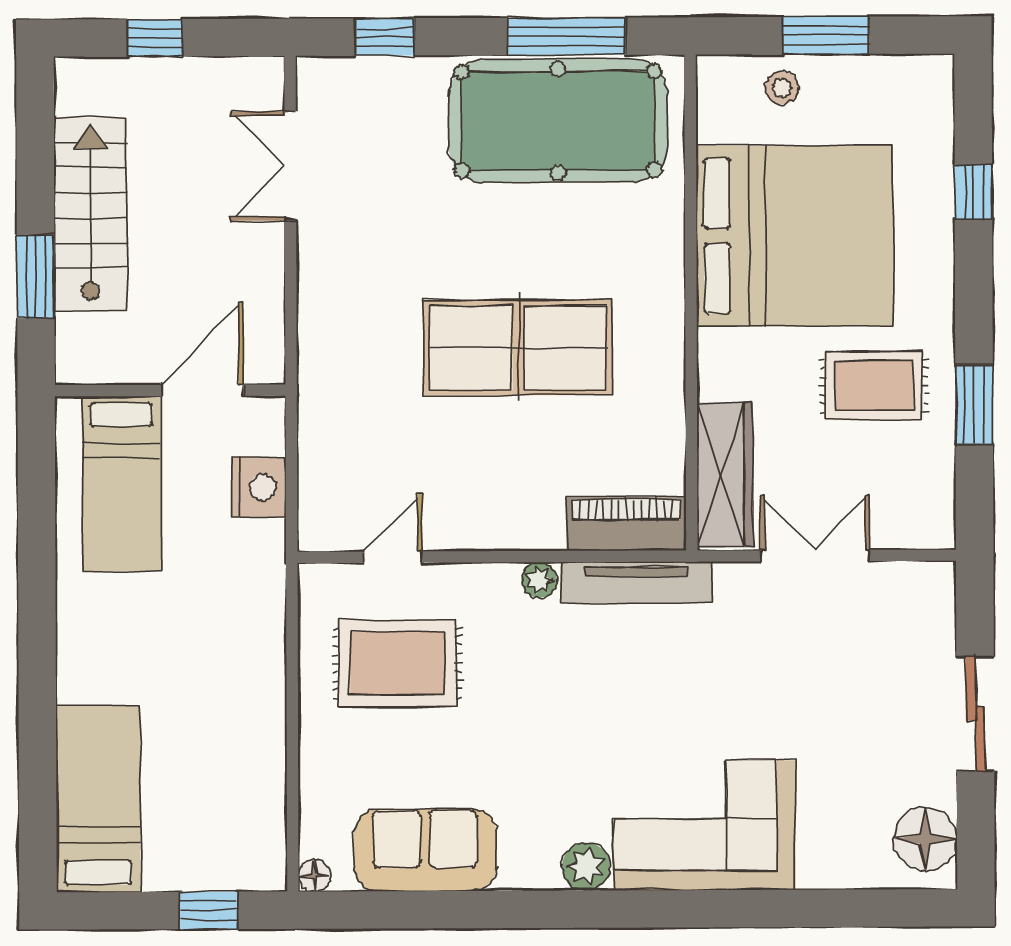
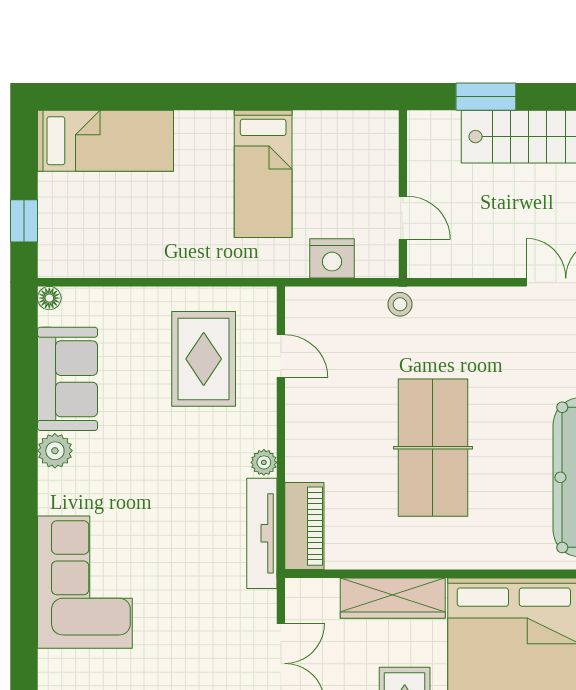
door: (202, 390) -> (403, 218), width x0.73
stool: (321, 394) -> (400, 304), added
wardrobe: (725, 475) -> (393, 598), moved
bed: (122, 484) -> (263, 174), moved, turned -90
plant: (586, 867) -> (55, 451), moved

